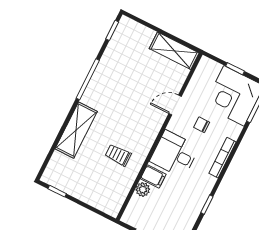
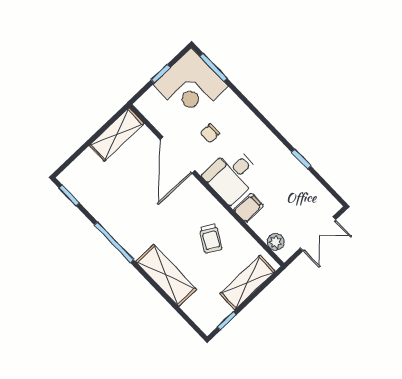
door: (175, 105) -> (178, 155), width x1.88
trolley: (118, 155) -> (211, 238), turned -60
bookcase: (223, 158) -> (255, 123), removed
plant: (143, 190) -> (275, 242), moved
shelving: (94, 197) -> (247, 283), added

